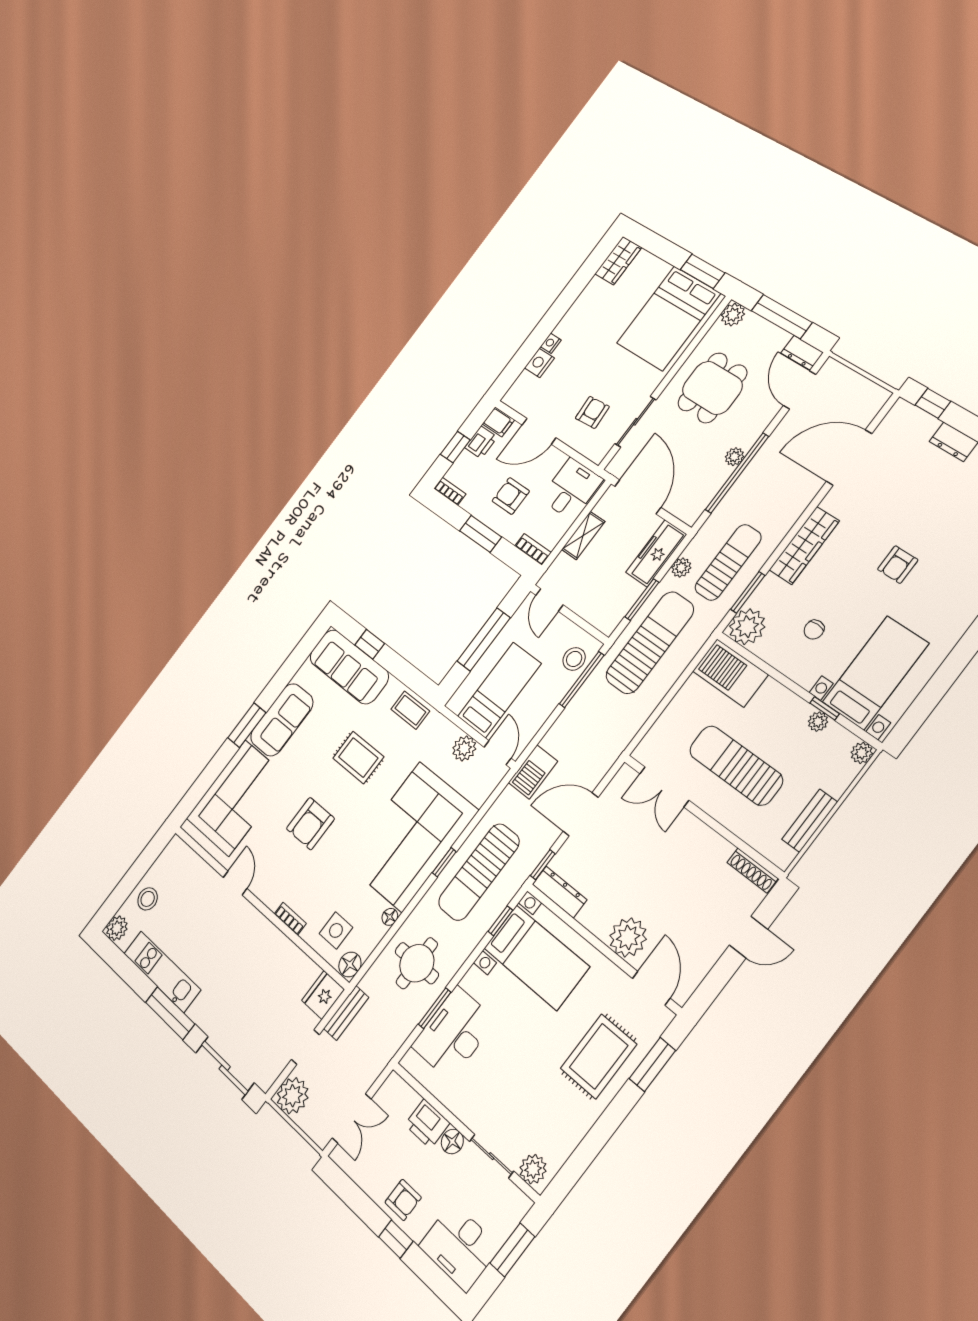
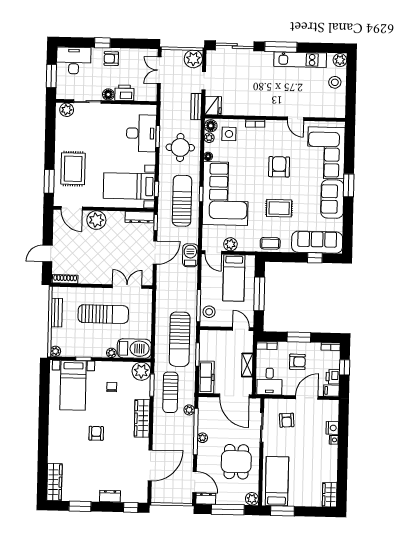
bed: (668, 318) -> (277, 481), width x0.67
plant: (681, 568) -> (189, 410), moved
plant: (818, 722) -> (111, 353), moved
plant: (366, 946) -> (209, 138), added

